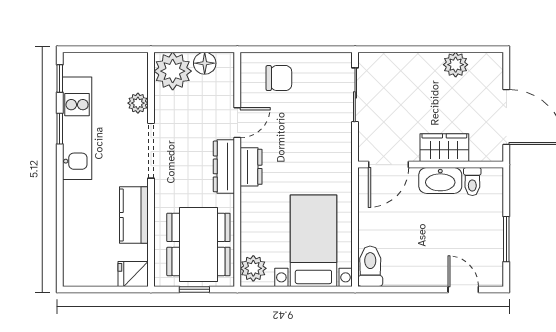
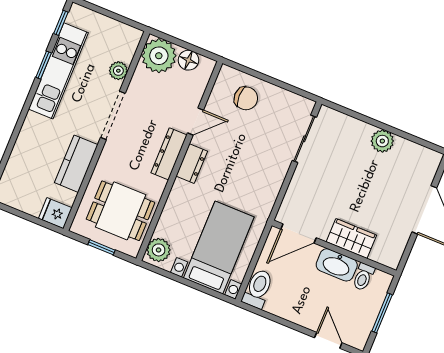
plant: (456, 65) -> (382, 141), moved
wardrobe: (444, 148) -> (351, 239), moved
door: (389, 165) -> (299, 233), moved
wall: (431, 165) -> (334, 248), moved
washbasin: (440, 180) -> (337, 265), moved
toilet: (472, 182) -> (363, 277), moved
dining table: (198, 244) -> (121, 211), width x0.73

